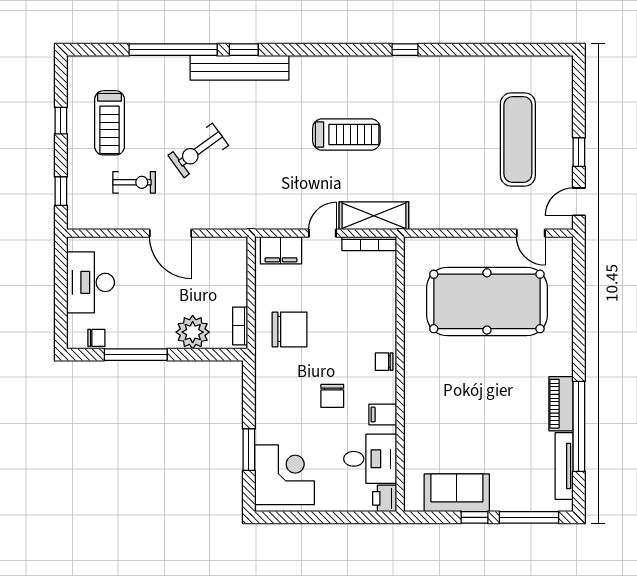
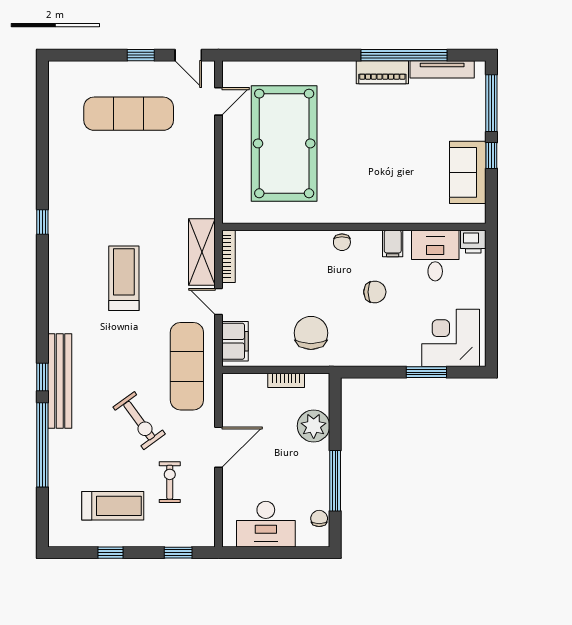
exercise mat: (255, 200) -> (187, 366), added
bookcase: (240, 326) -> (286, 380), moved

